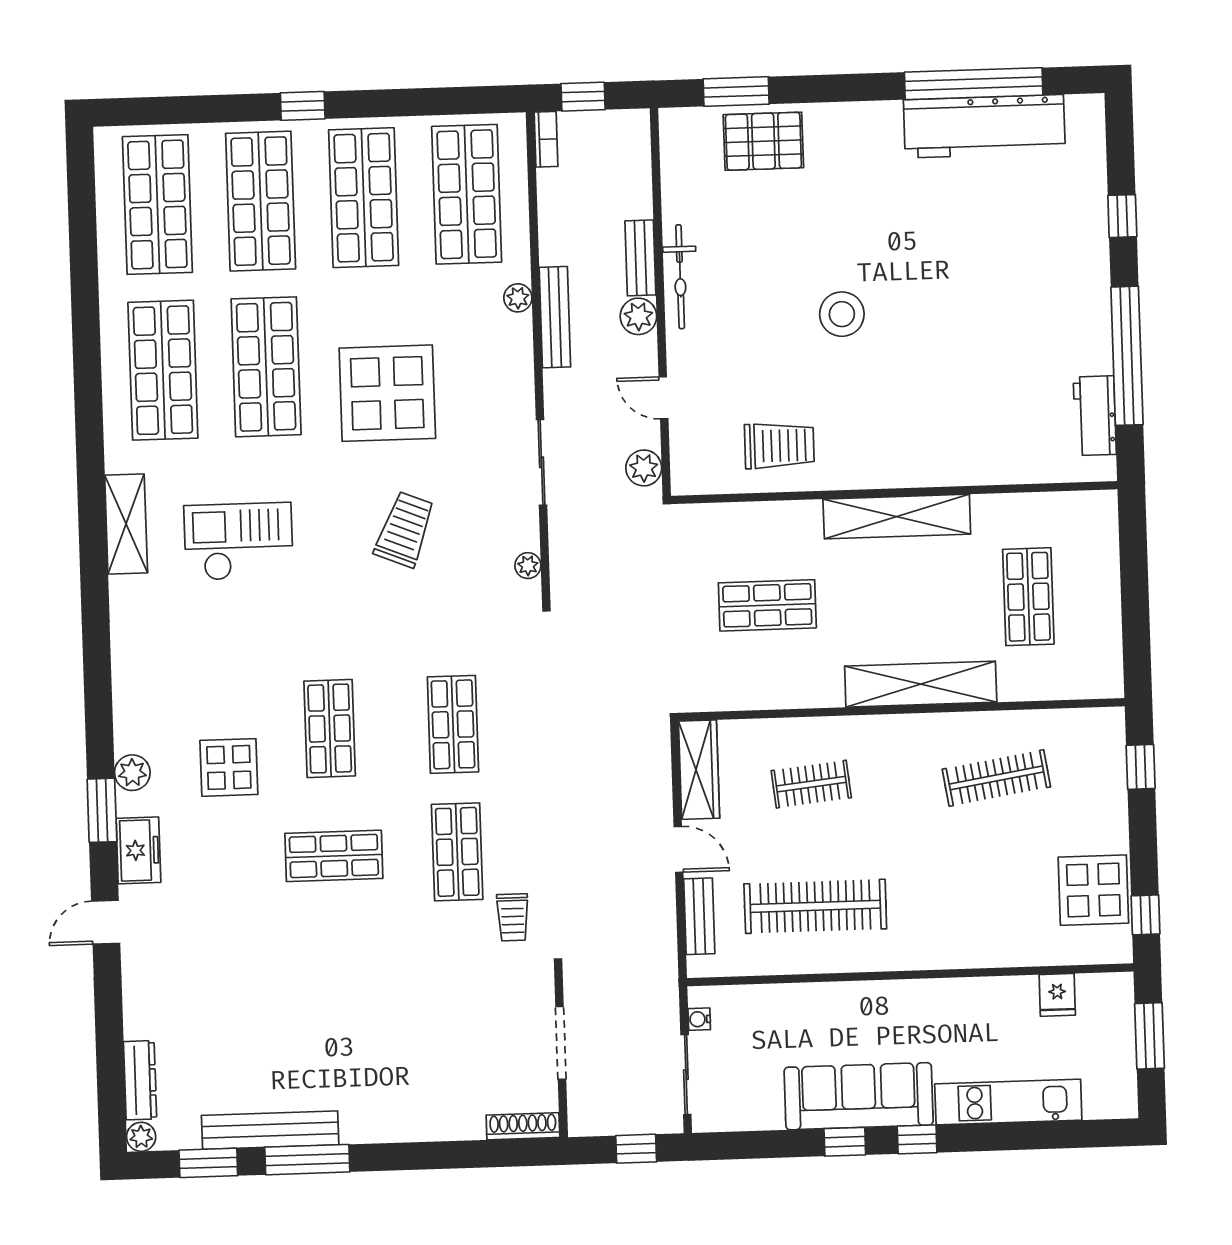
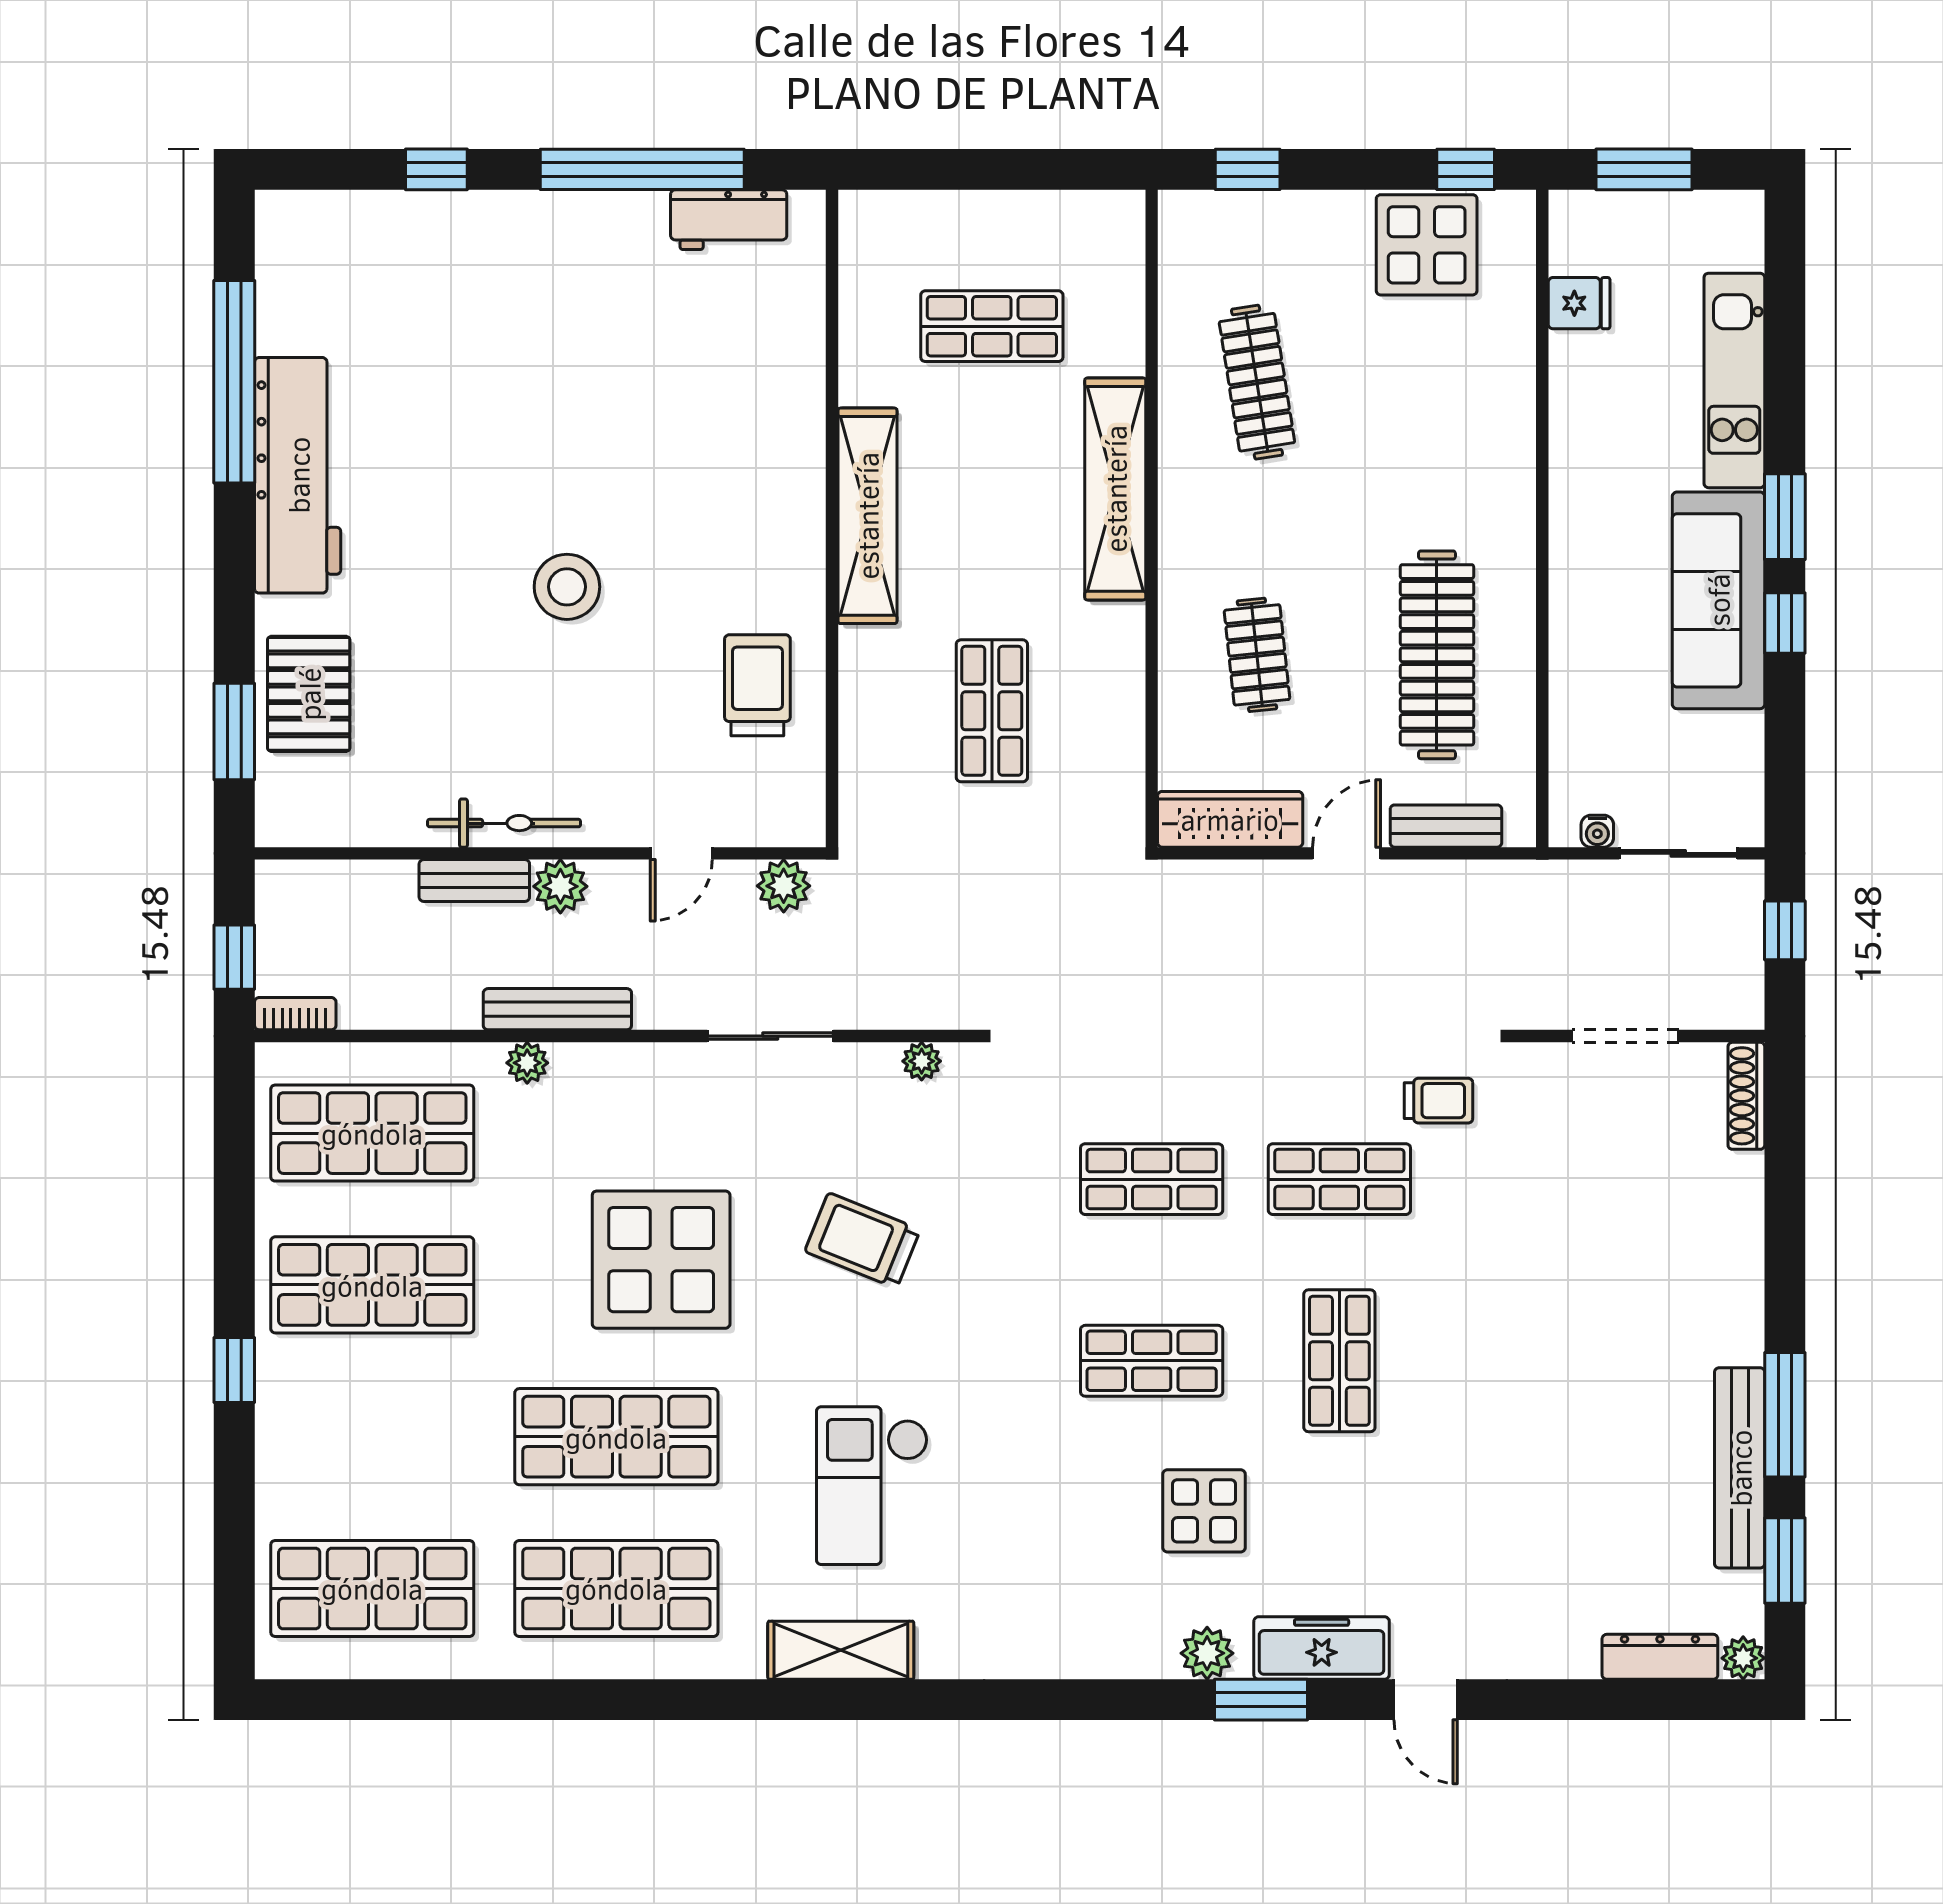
workbench: (984, 126) -> (298, 475), moved
shop shelf: (261, 201) -> (372, 1437), removed
freezer: (138, 850) -> (1322, 1648), width x1.40
window: (917, 1139) -> (1785, 517), width x1.50

